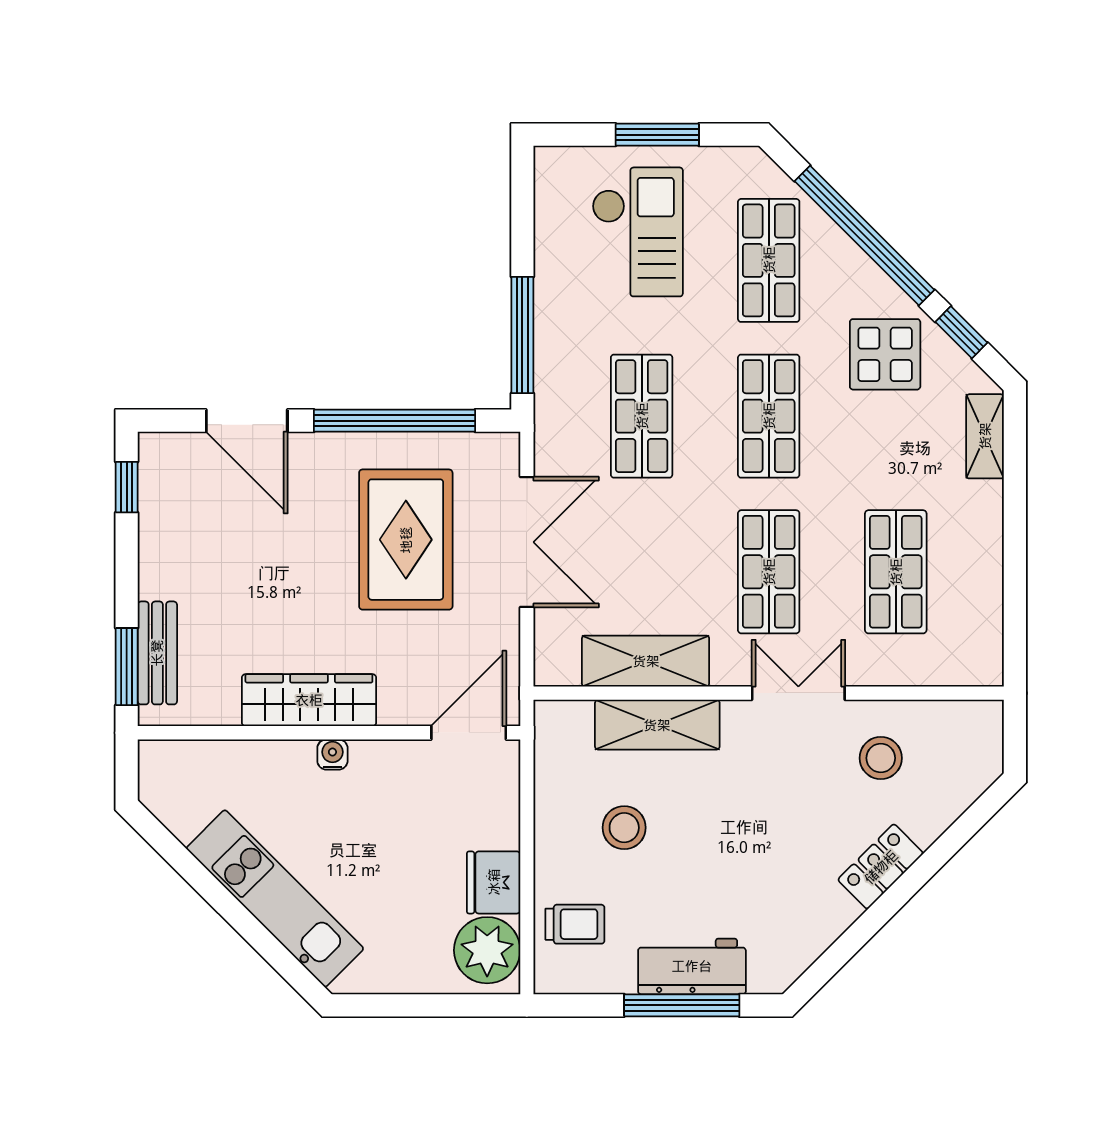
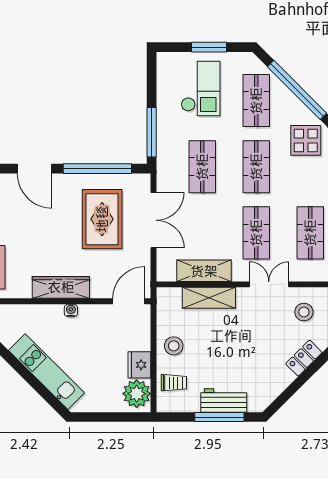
stool: (624, 828) -> (174, 346), moved

